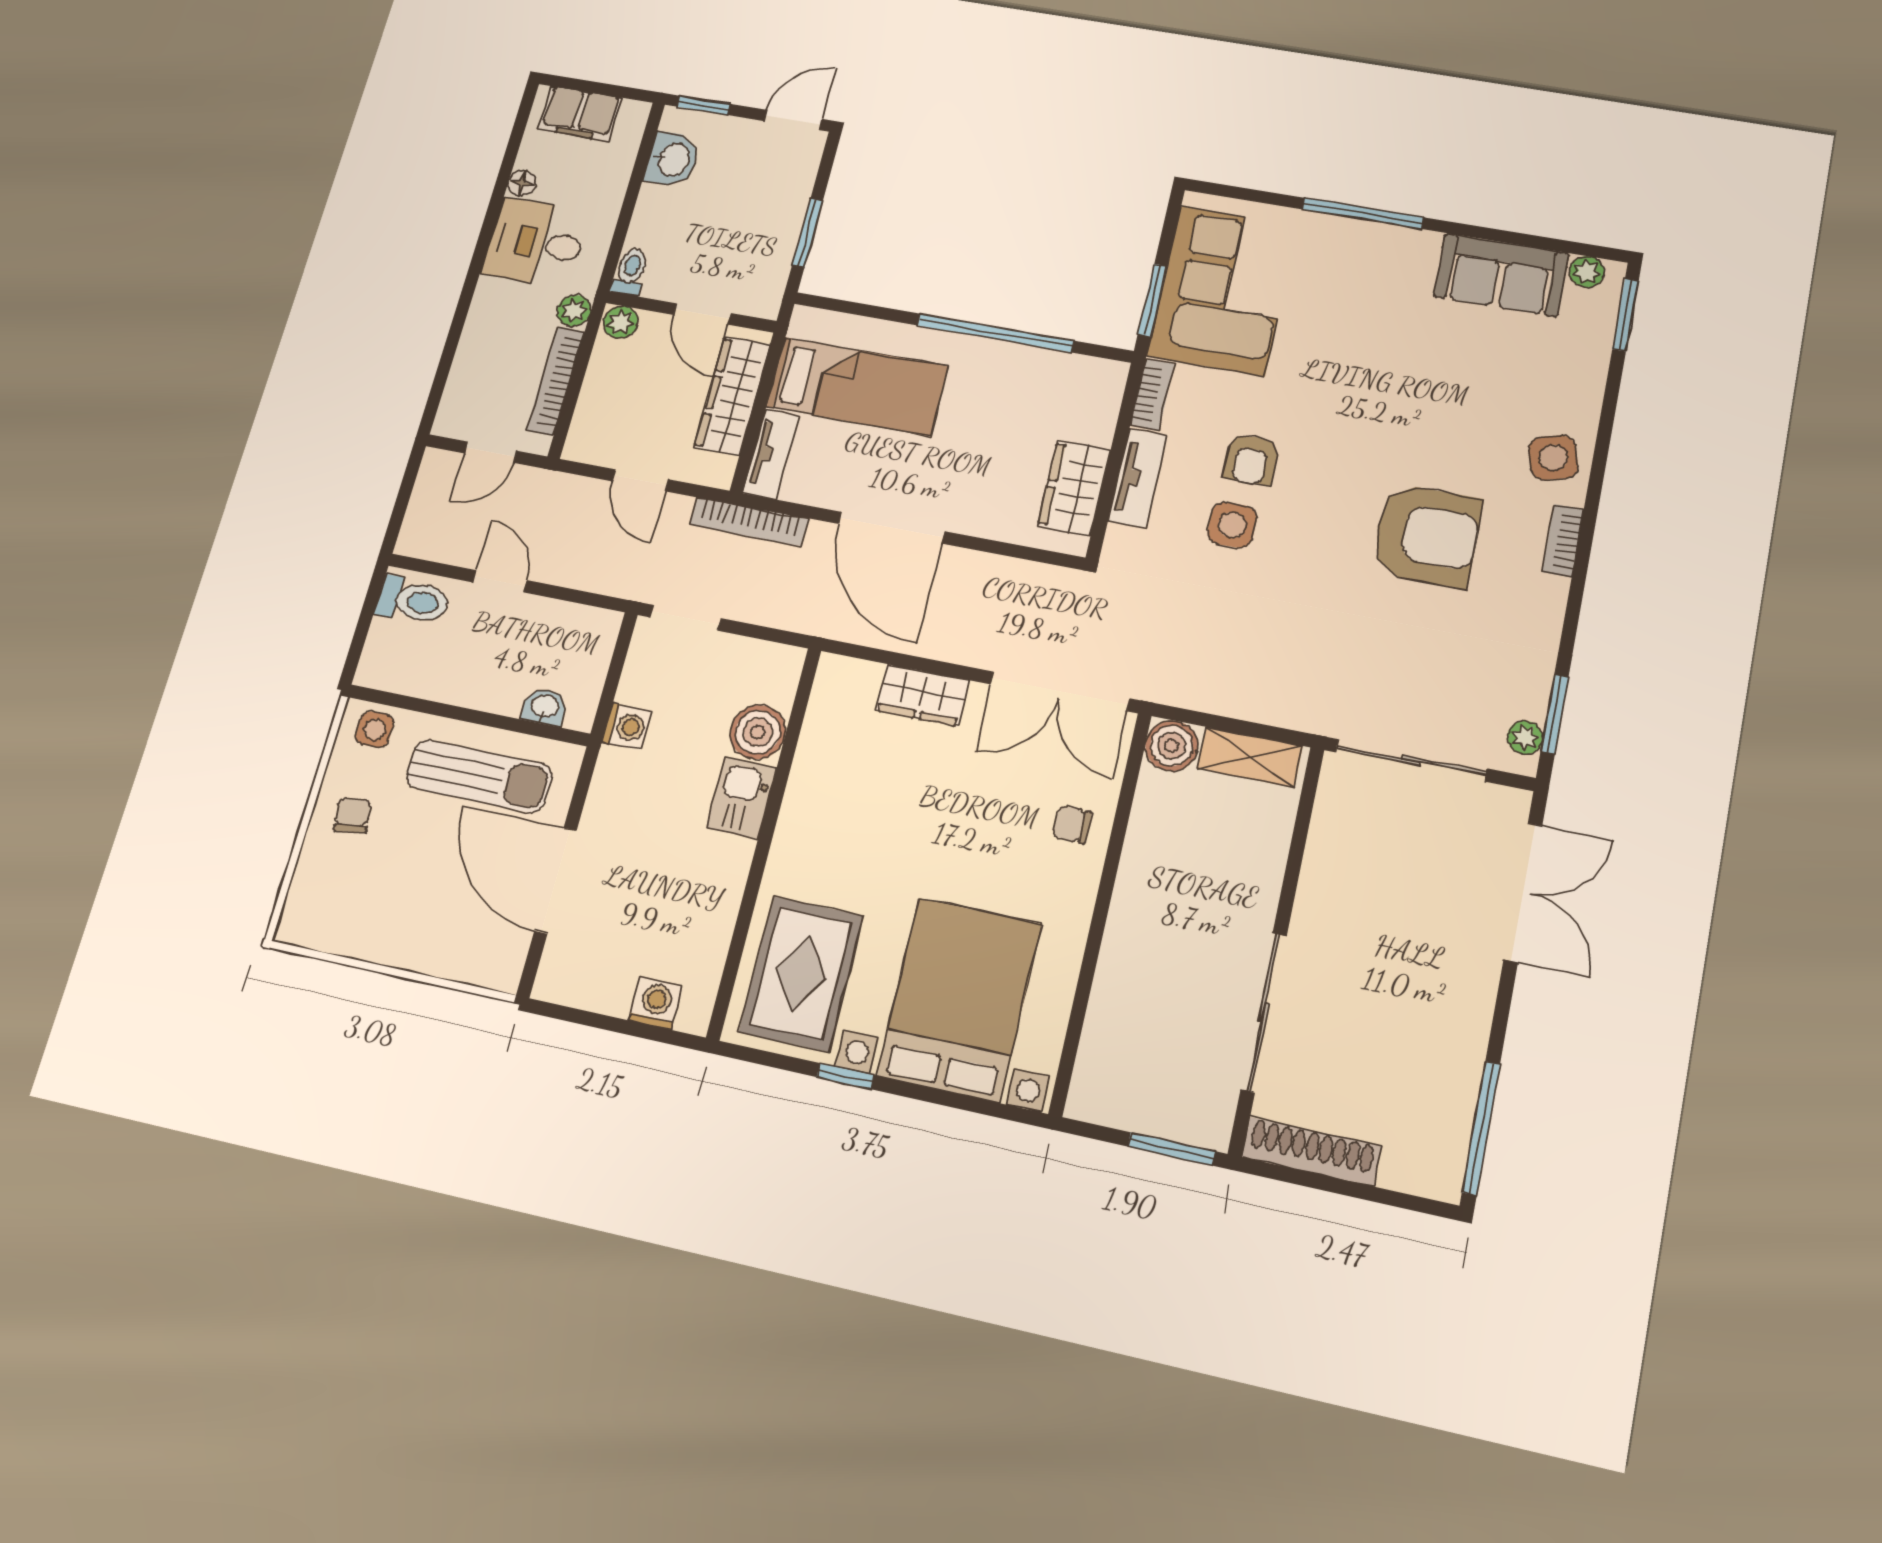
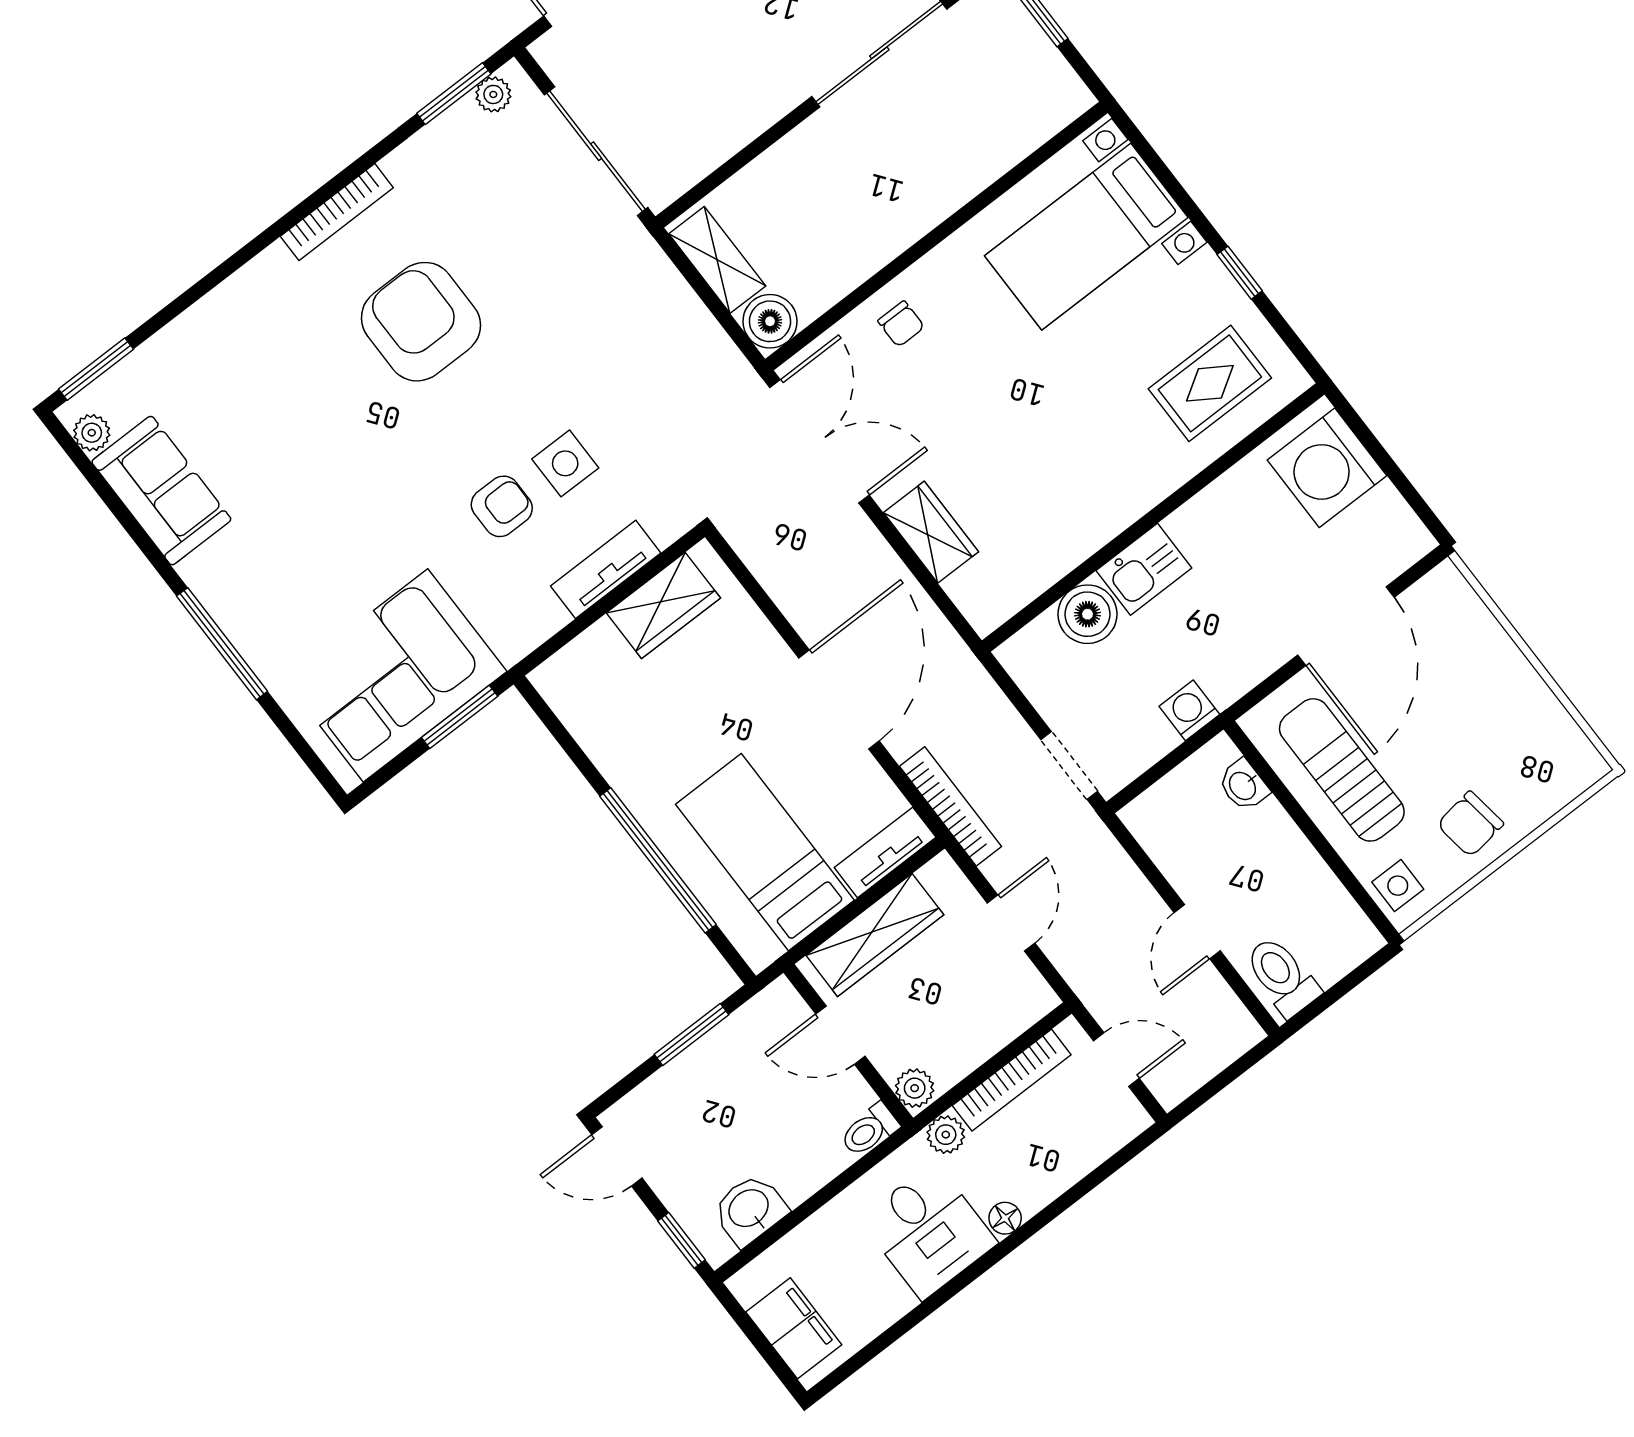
floor lamp: (522, 183) -> (1005, 1218), moved
door: (702, 314) -> (840, 1035), swing flipped
window: (995, 333) -> (658, 860), moved
bookcase: (1152, 395) -> (532, 633), removed
side table: (1553, 458) -> (264, 299), removed
bookcase: (1563, 541) -> (337, 212), width x1.56
chair: (353, 815) -> (1470, 824), width x1.37, depth x1.37
rug: (801, 974) -> (1210, 383), width x0.73, depth x0.70
bed with nightstands: (959, 999) -> (1086, 237), width x0.73
washing machine: (656, 1004) -> (1327, 468), width x1.89, depth x1.89

